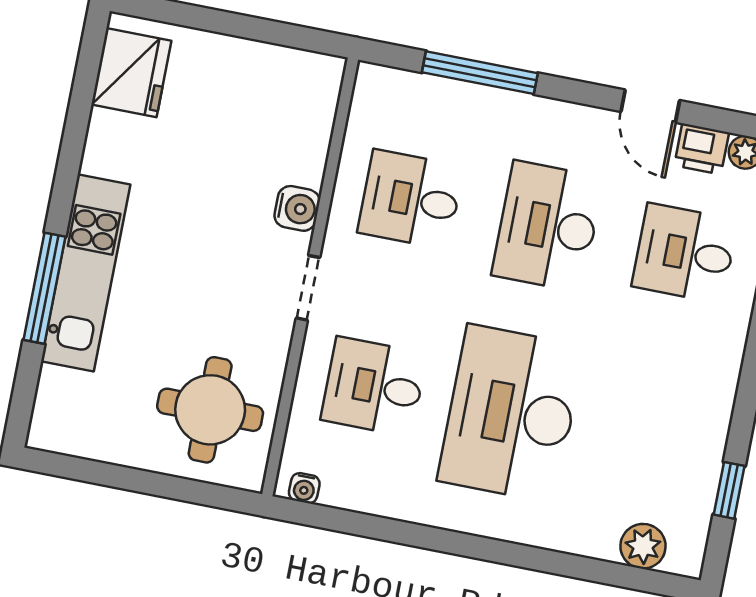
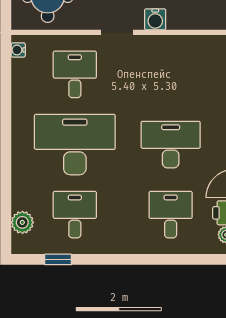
desk: (411, 199) -> (75, 215), moved

